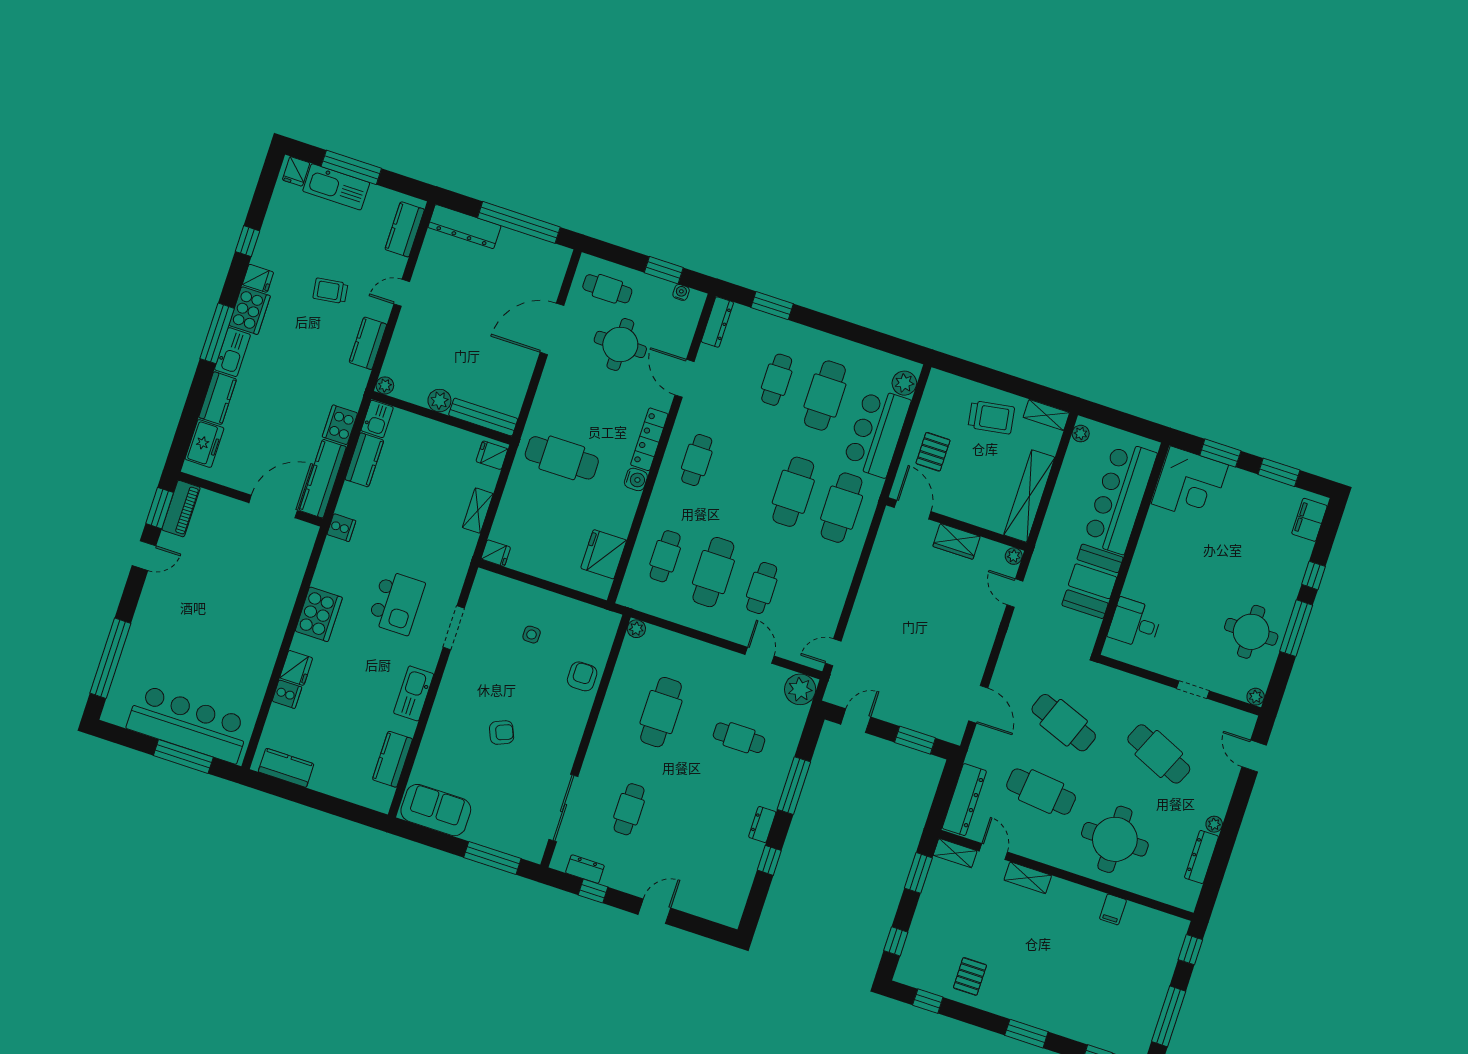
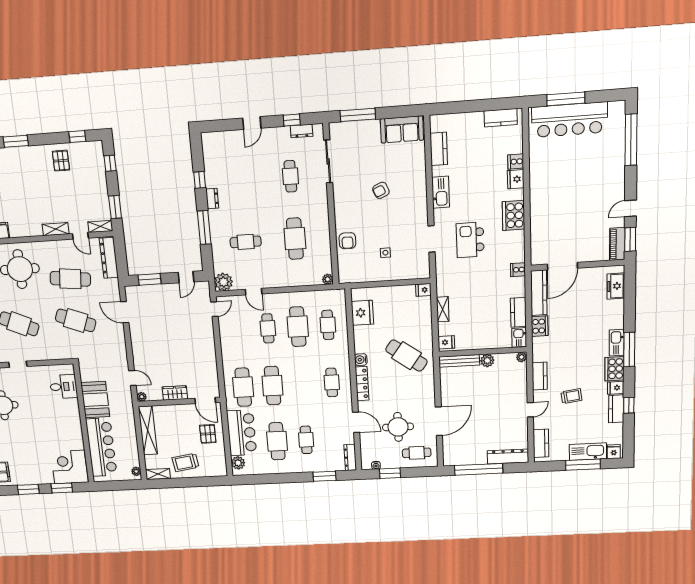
kitchen counter: (218, 398) -> (616, 409), moved
cafe table: (562, 458) -> (406, 356), turned 36

